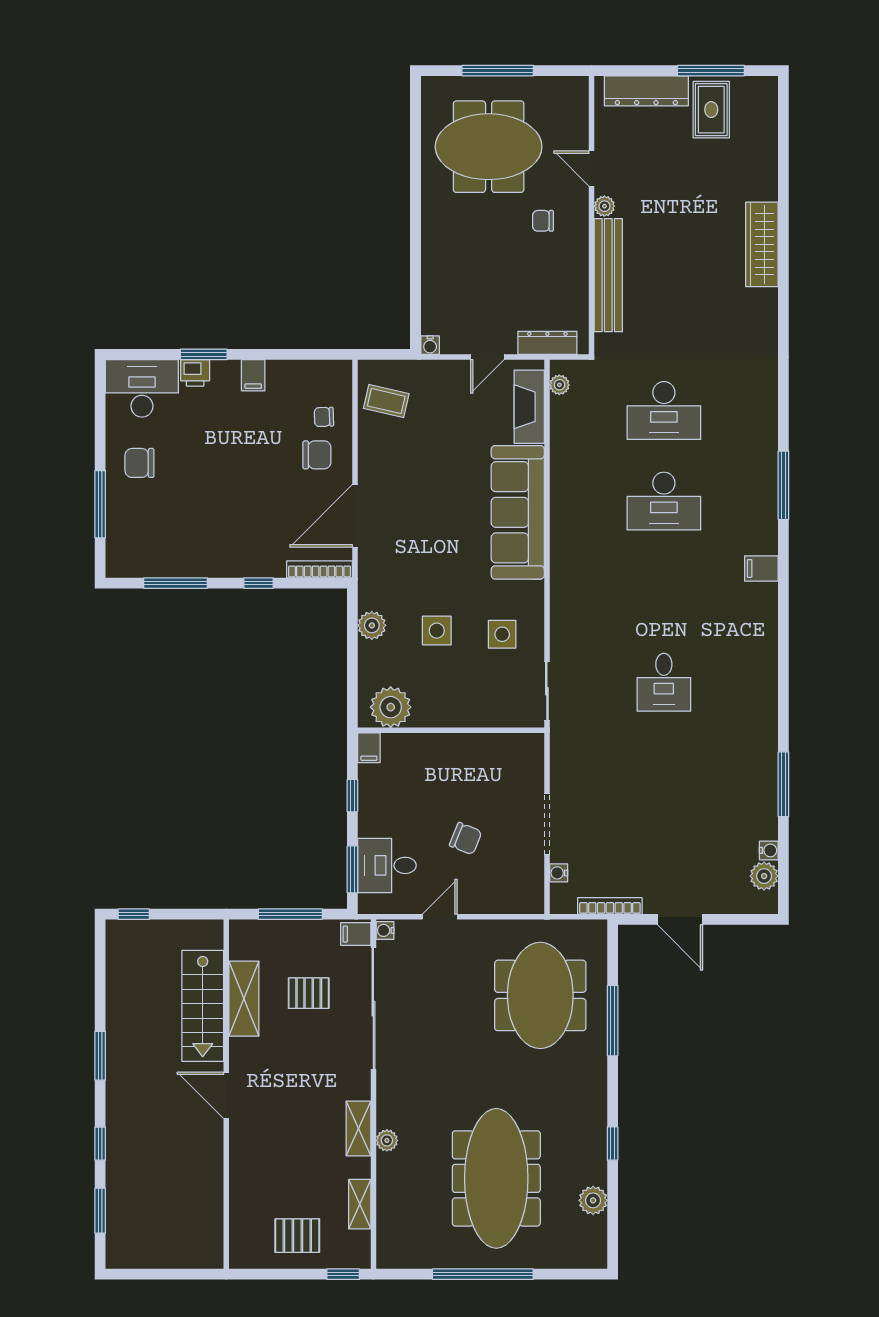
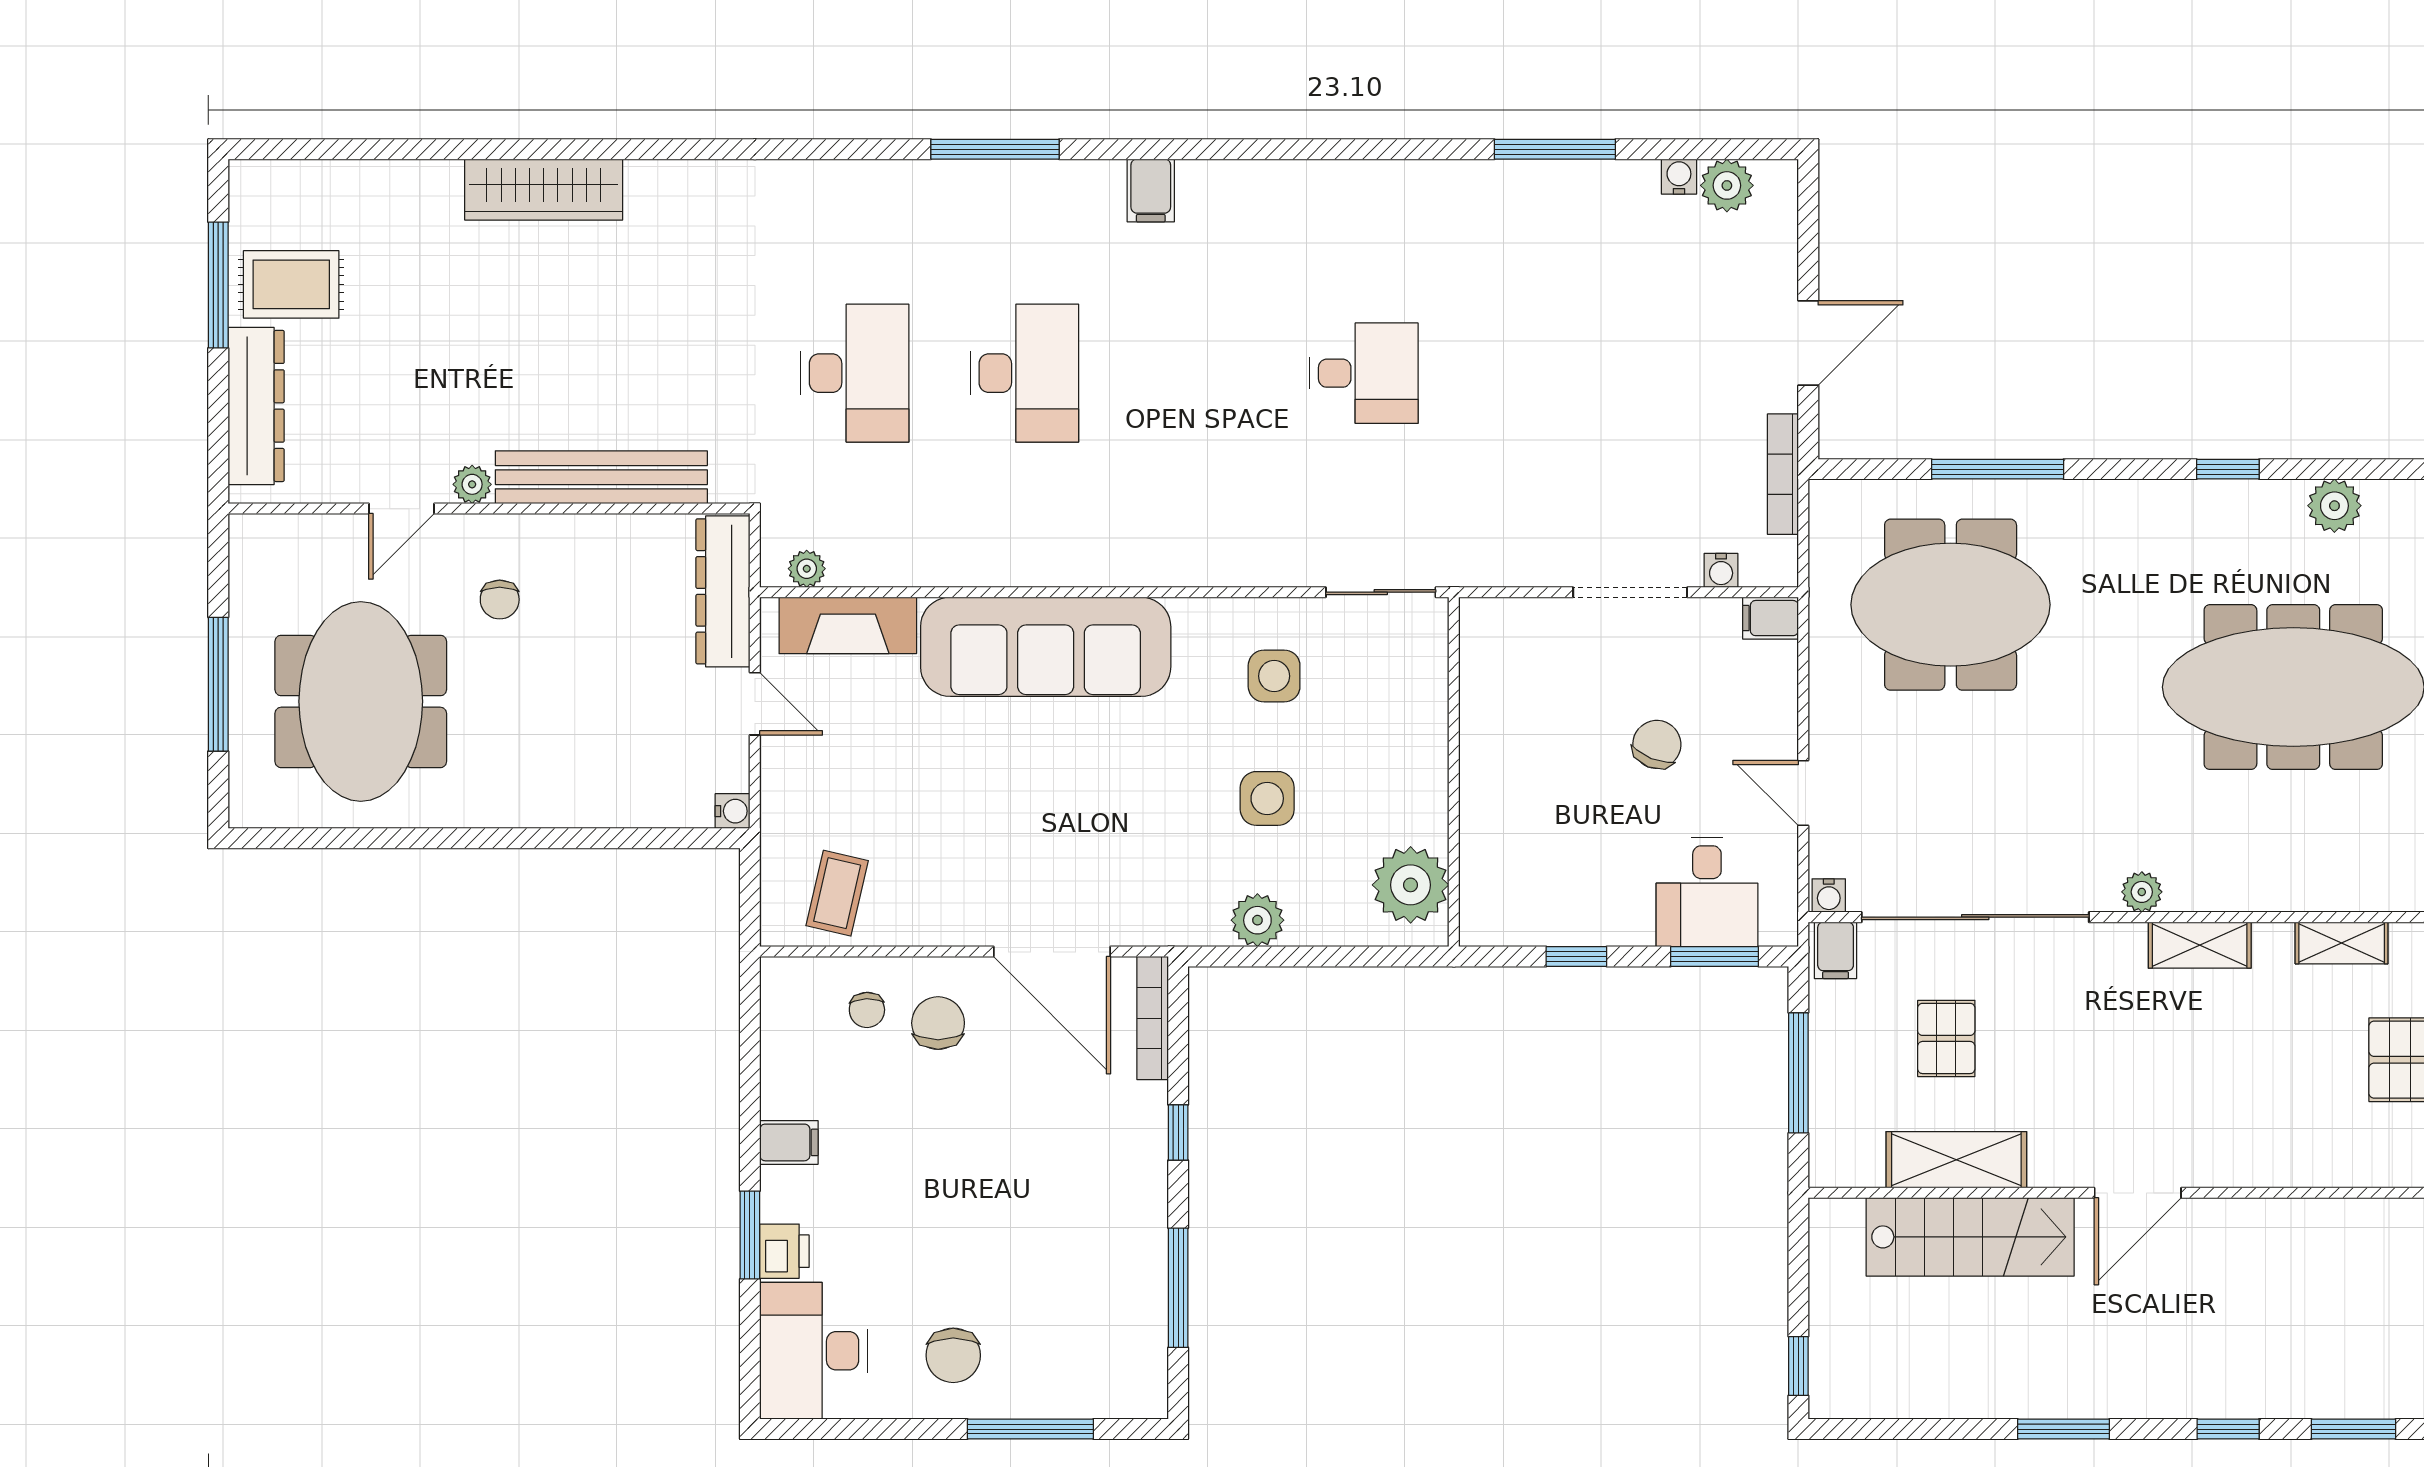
dresser: (547, 343) -> (723, 591), width x1.37, depth x1.24
filing cabinet: (369, 748) -> (1770, 618), moved, turned 180
plant: (387, 1140) -> (2142, 892), moved

